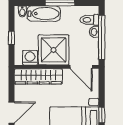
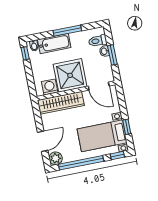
window: (102, 37) -> (112, 55), width x0.47
window: (12, 38) -> (25, 53), moved

